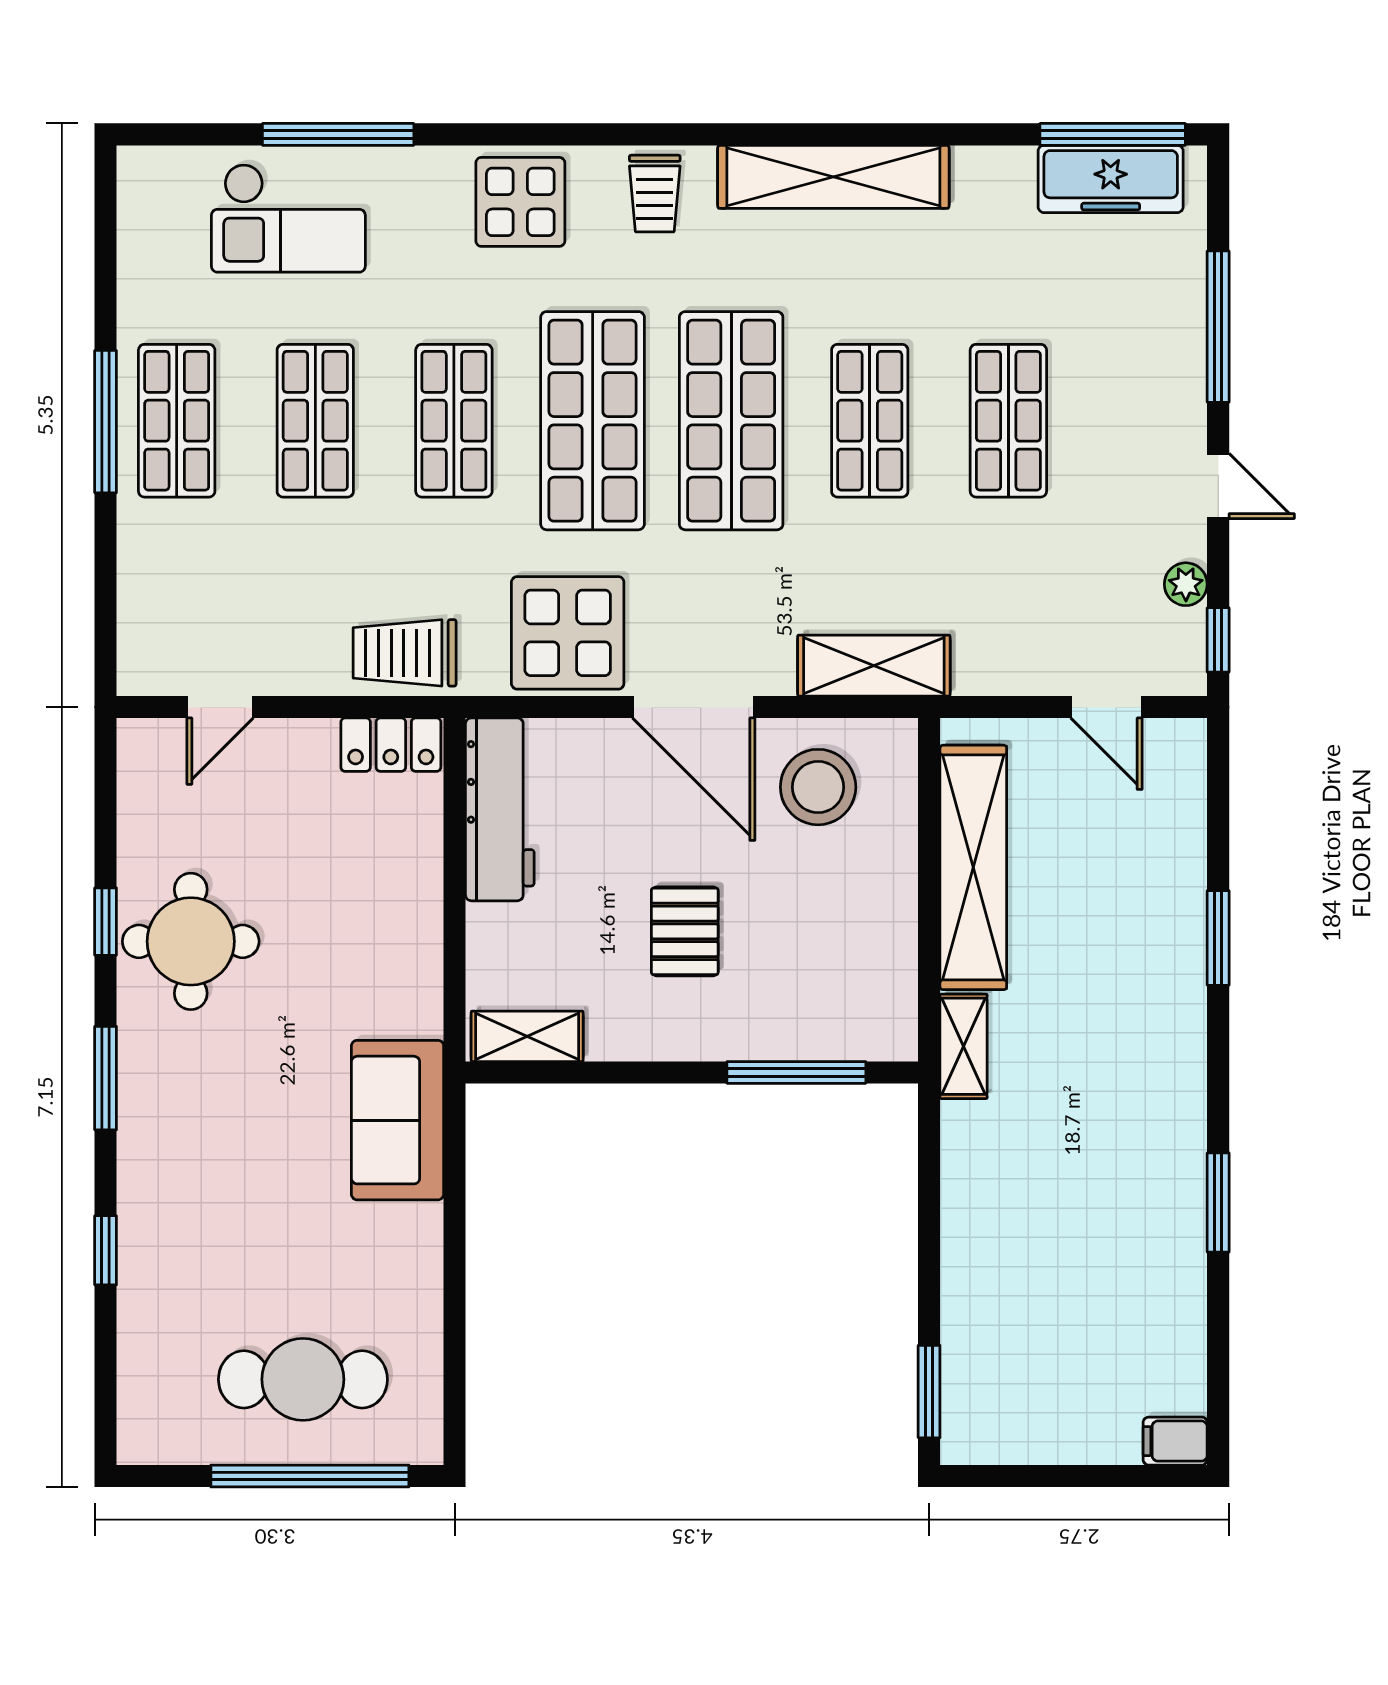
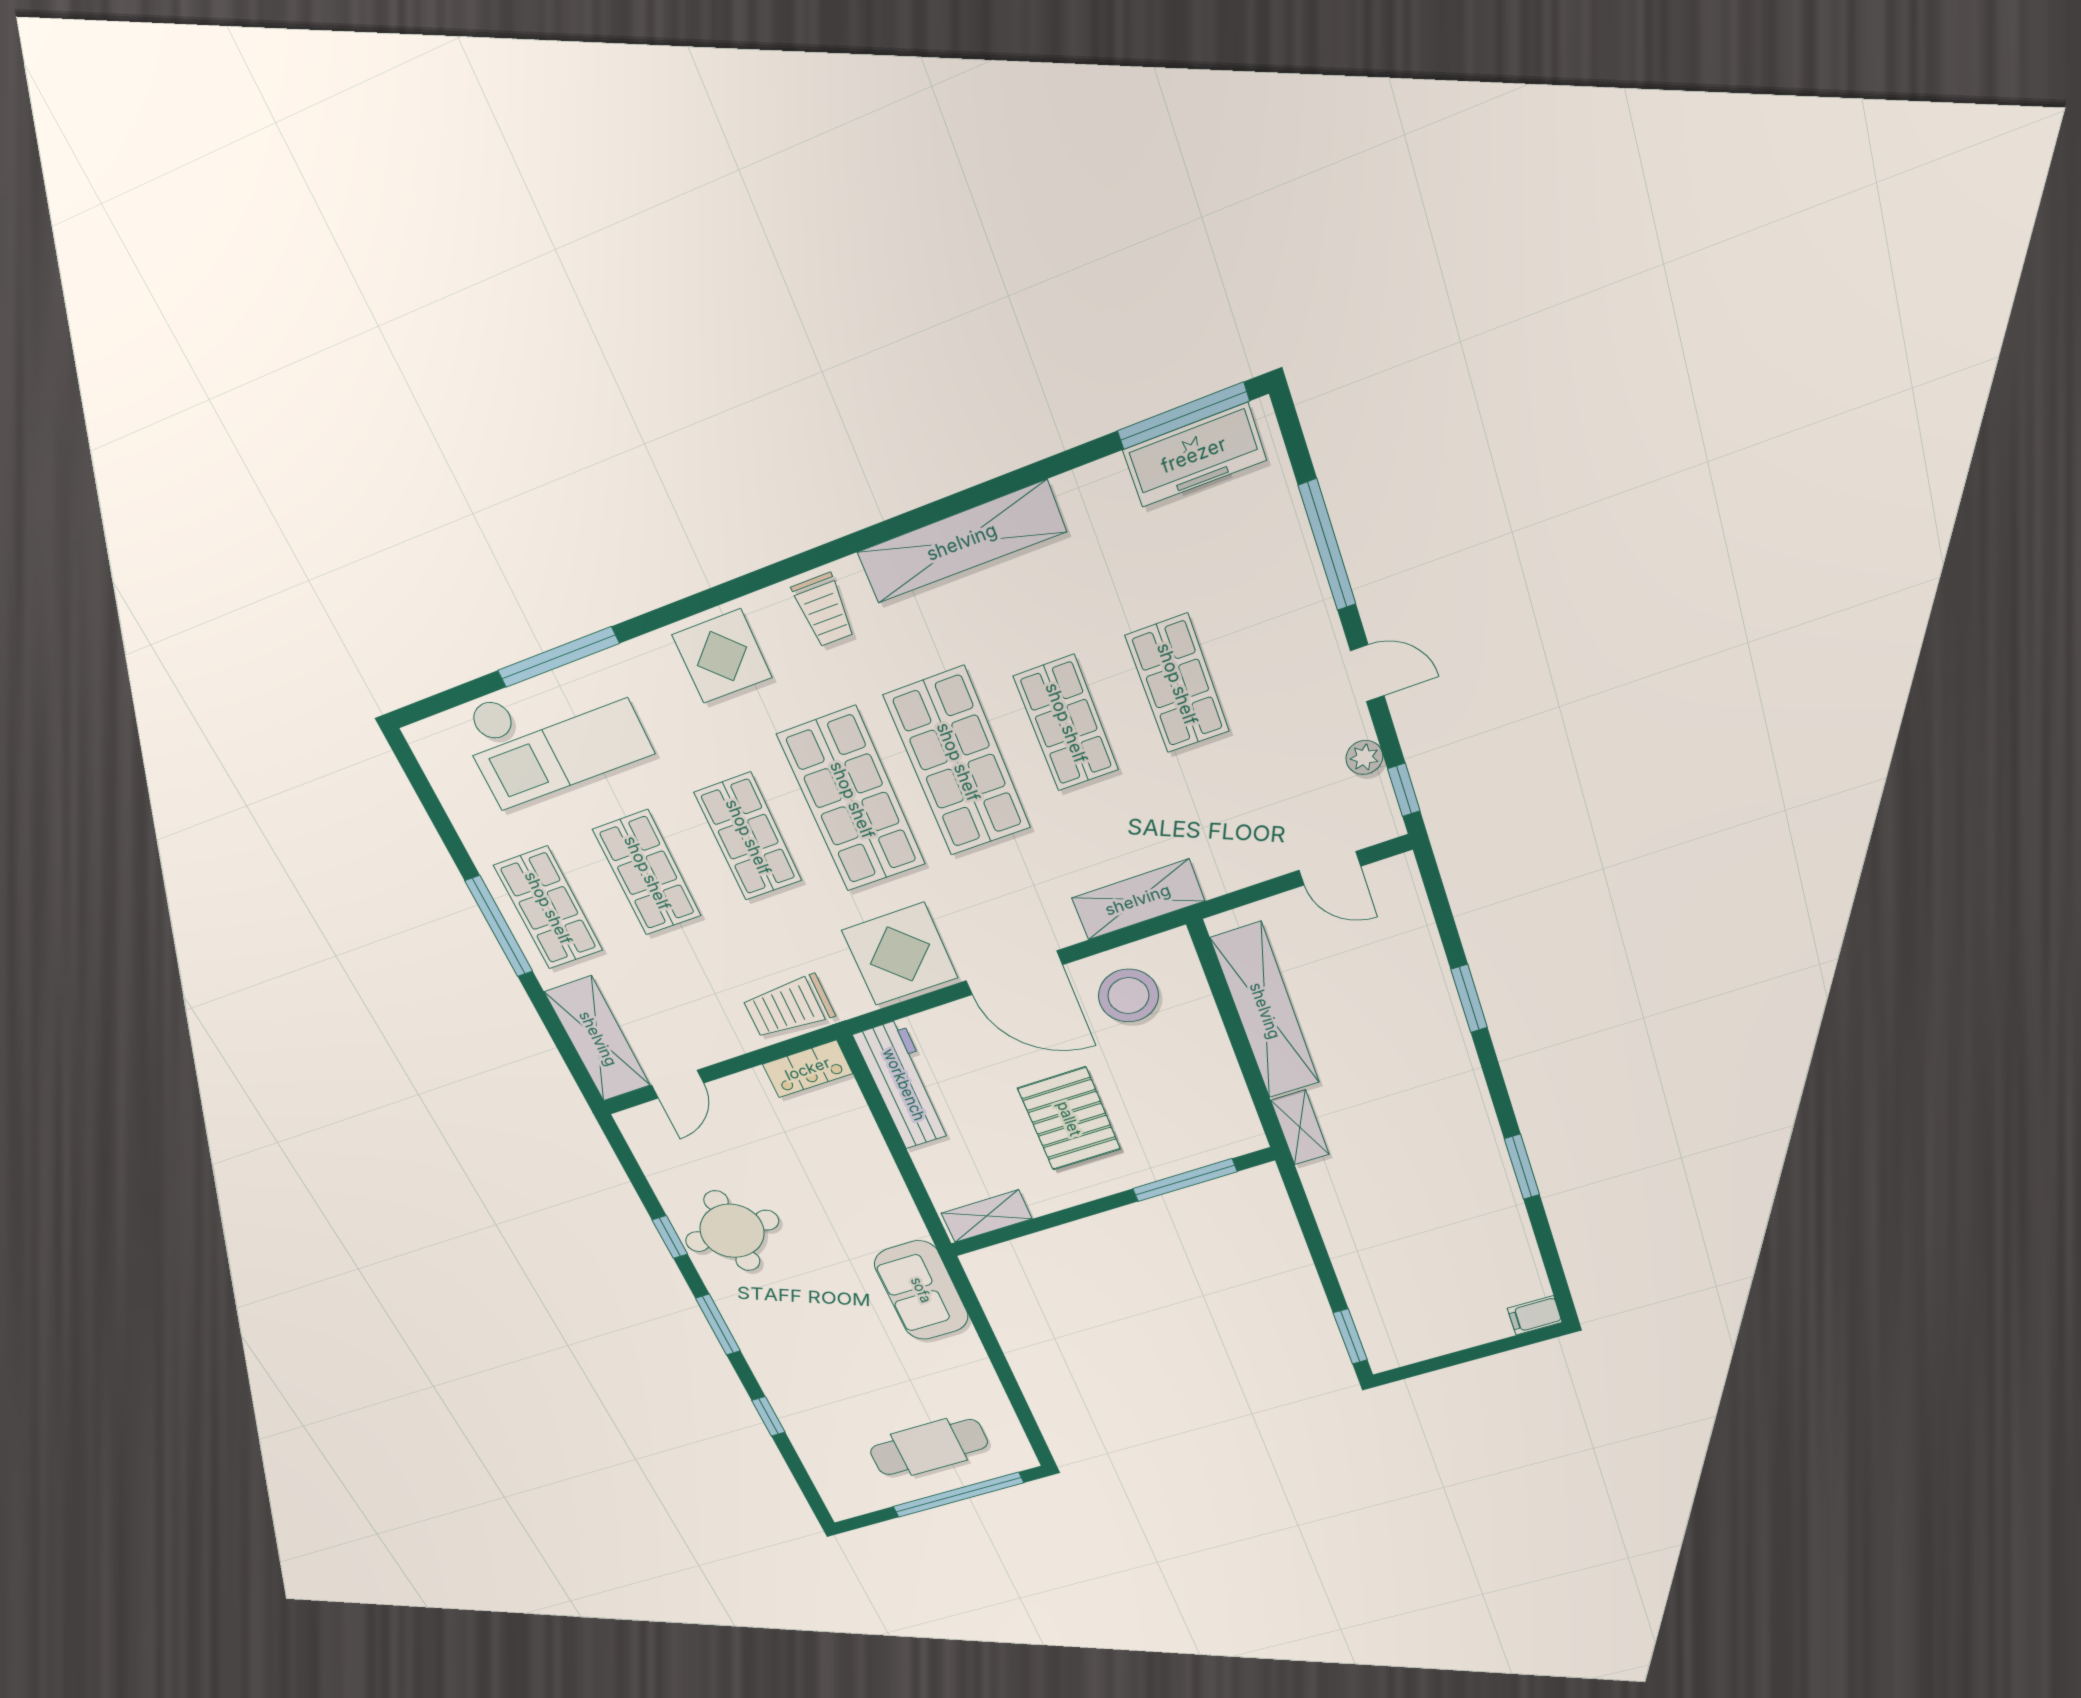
checkout: (288, 218) -> (553, 734), width x1.36, depth x1.21
shelving: (151, 610) -> (598, 1039), added
pallet: (685, 931) -> (1069, 1119), width x1.50, depth x1.42

